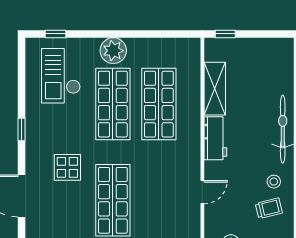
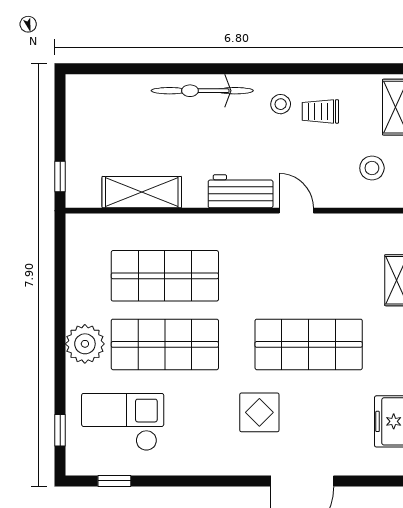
checkout: (61, 76) -> (123, 422), turned 180
window: (21, 129) -> (114, 481), moved
workbench: (215, 138) -> (241, 191), moved
trolley: (269, 208) -> (320, 111), turned -76

